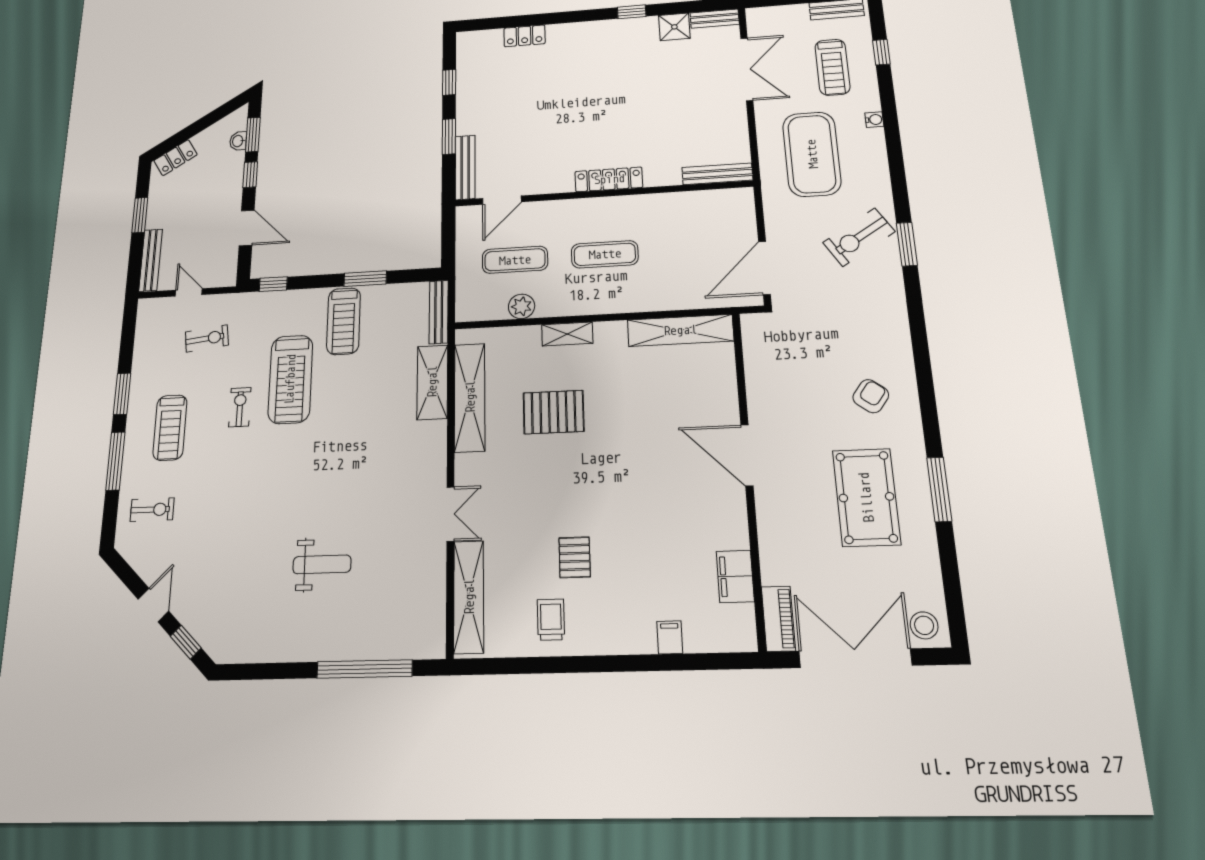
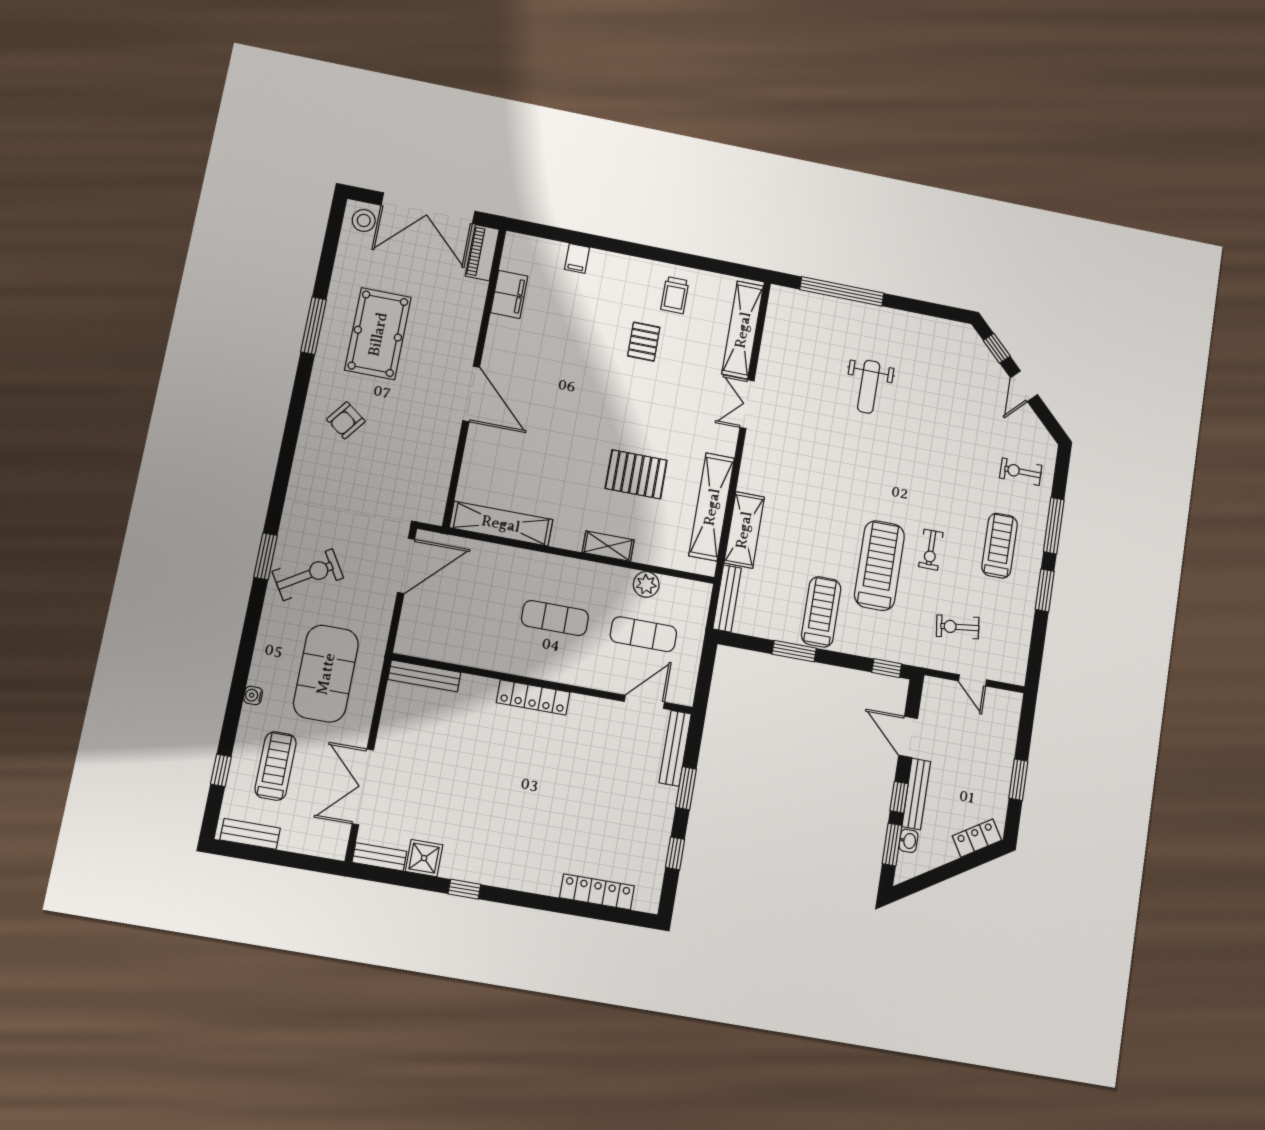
locker: (525, 36) -> (597, 892), width x1.53
bench: (151, 260) -> (916, 794), moved
weight bench: (322, 564) -> (869, 387), turned -90

